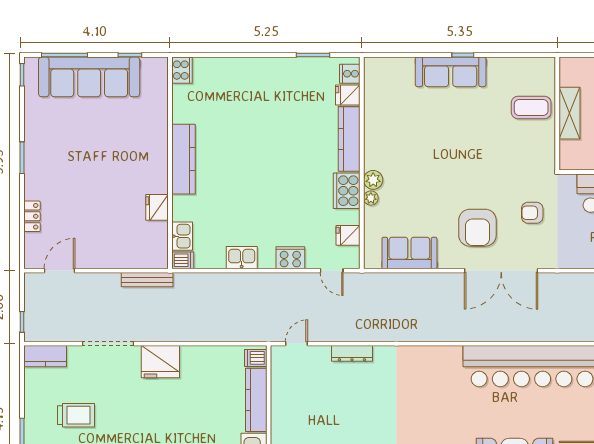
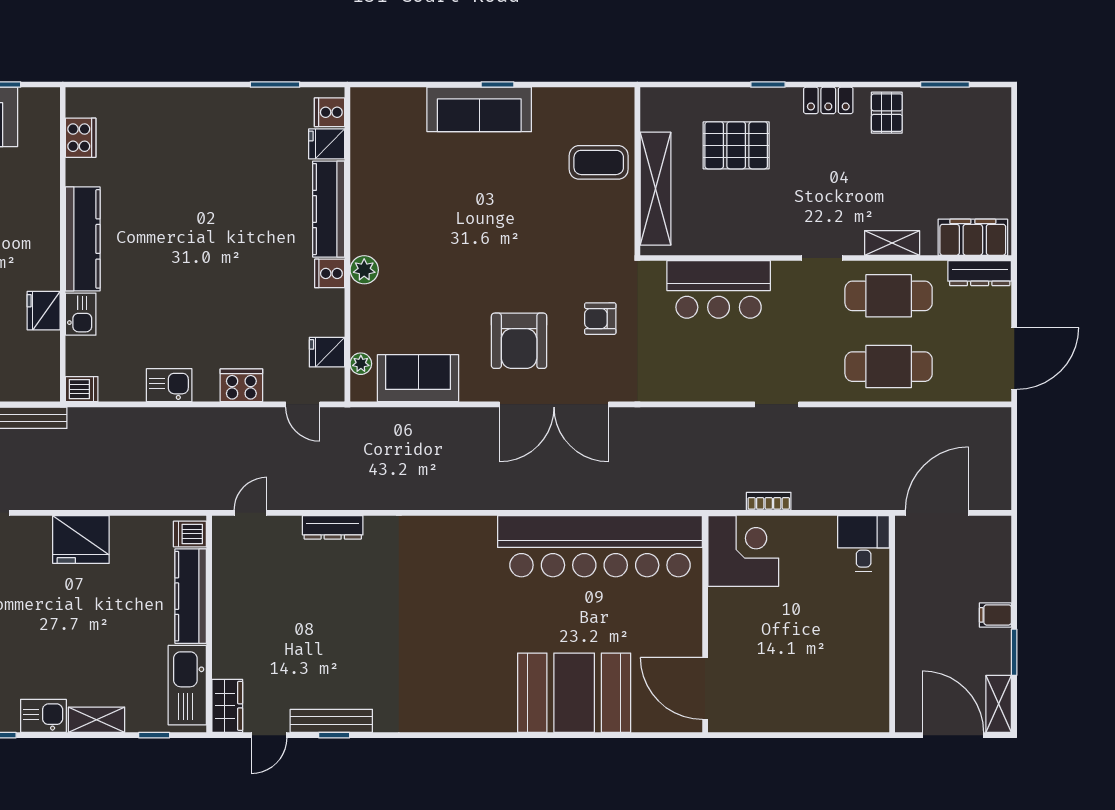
cooker: (182, 70) -> (81, 138), moved
shelving: (569, 113) -> (656, 189), width x1.47
cooker: (347, 191) -> (330, 273), width x0.53, depth x0.76
plant: (371, 198) -> (361, 364), moved
kitchen sink: (182, 236) -> (81, 314), moved
fridge: (160, 362) -> (81, 539), moved

